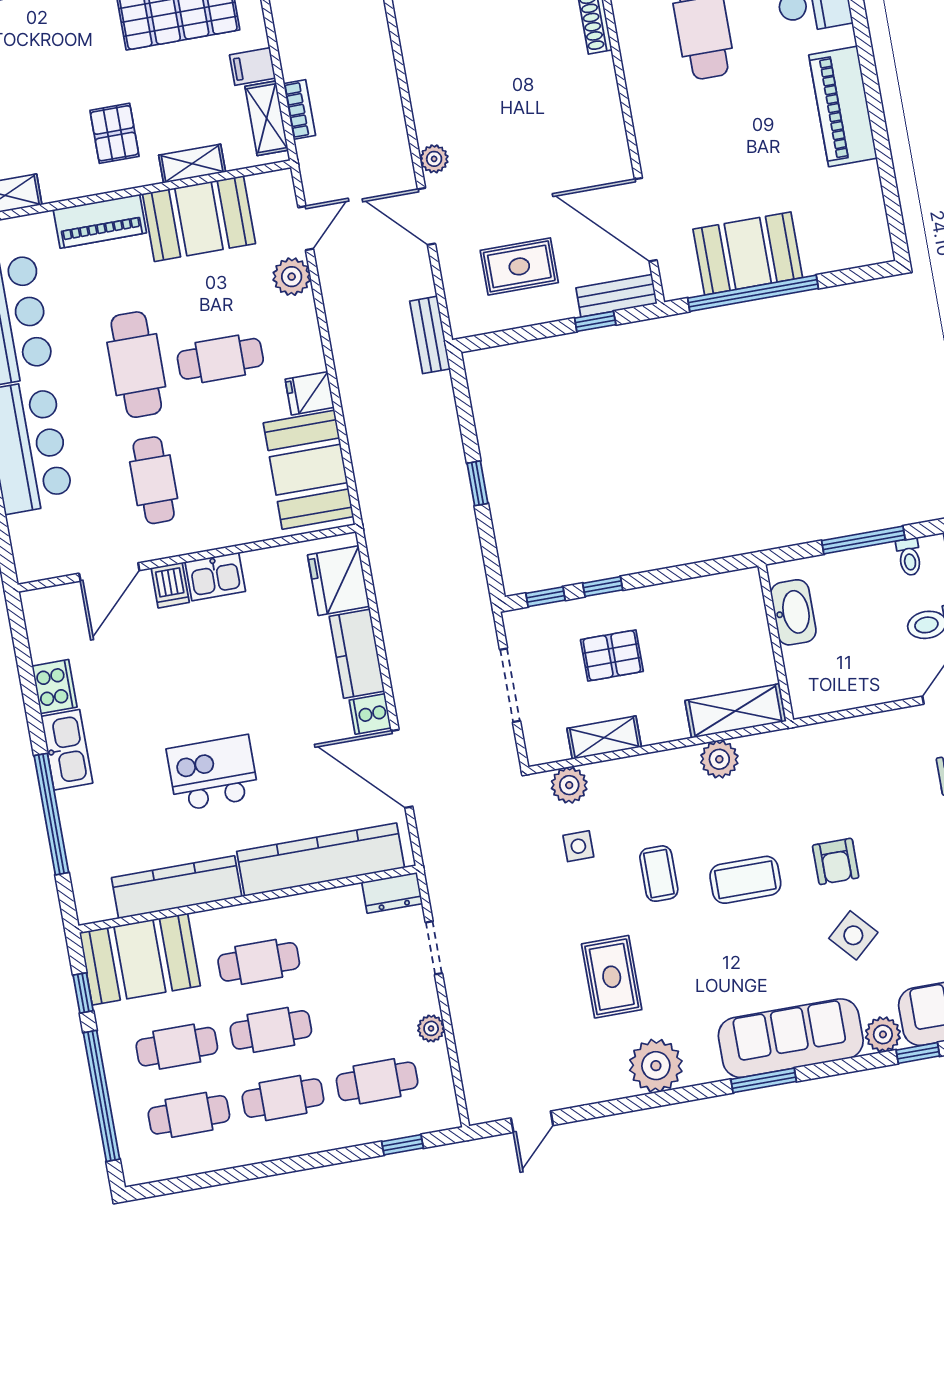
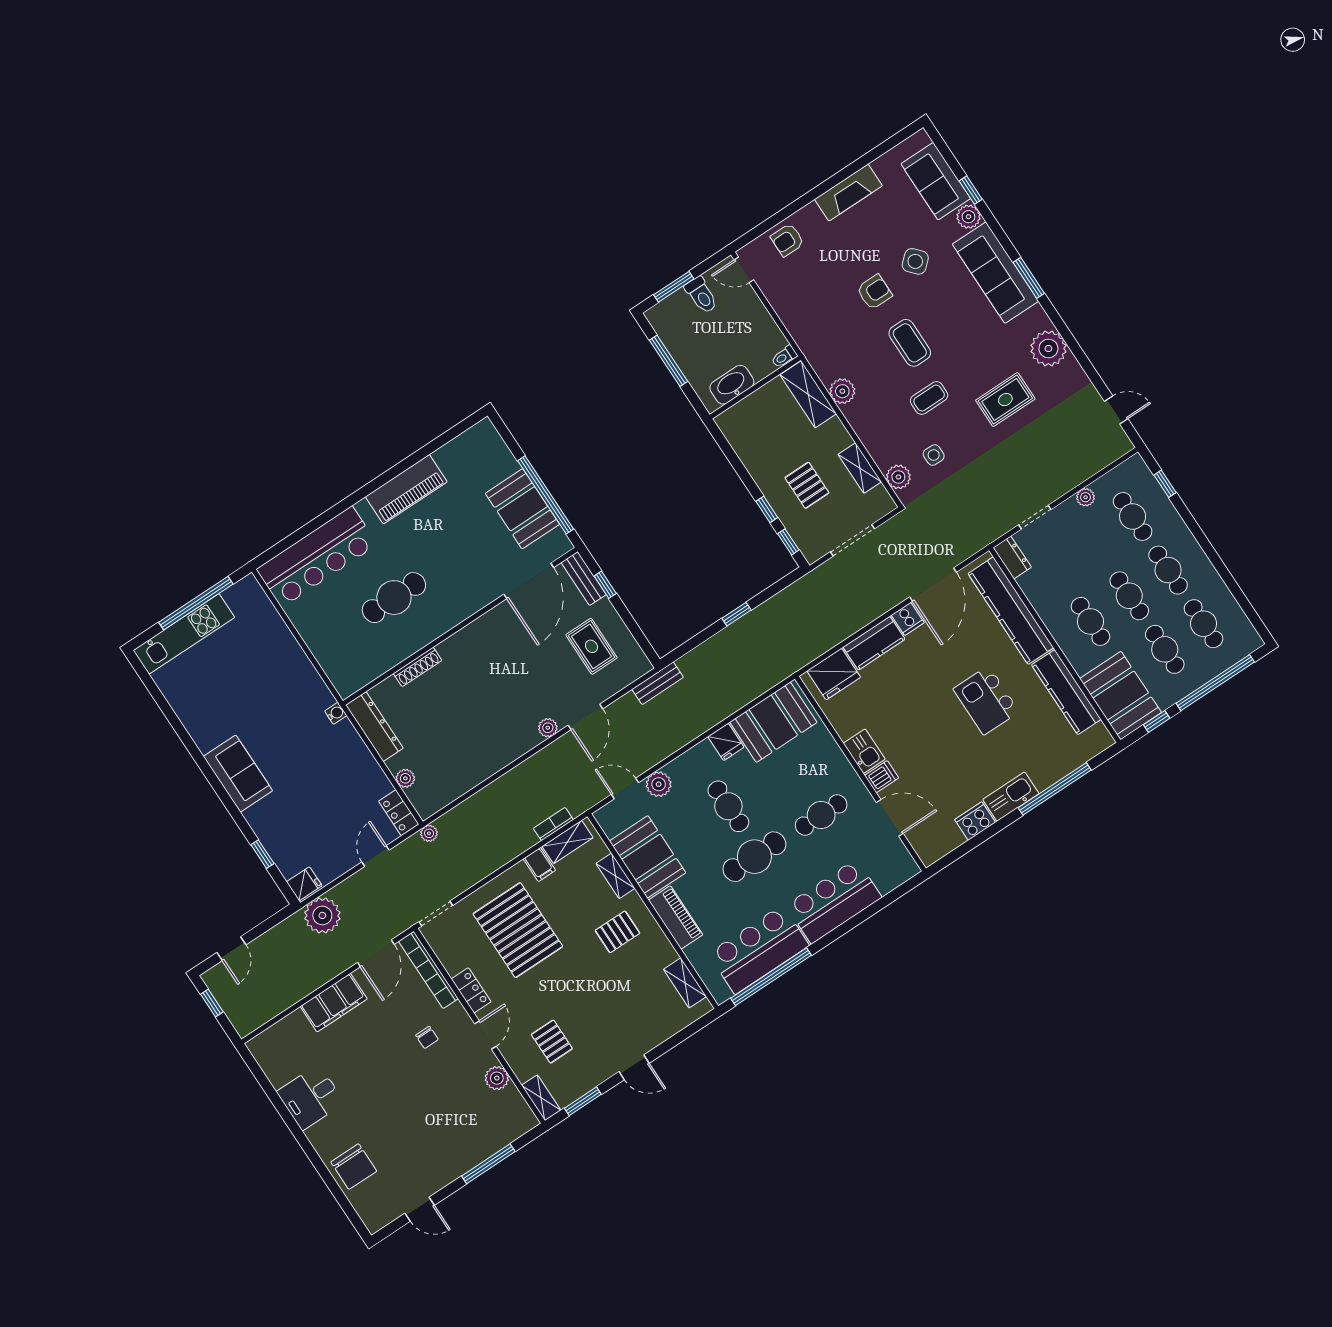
toilet: (909, 557) -> (784, 357), moved, turned 180

